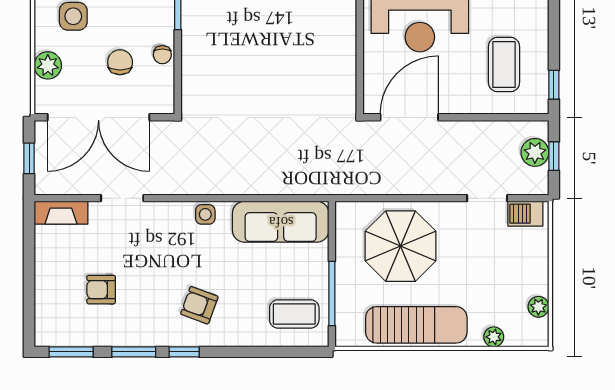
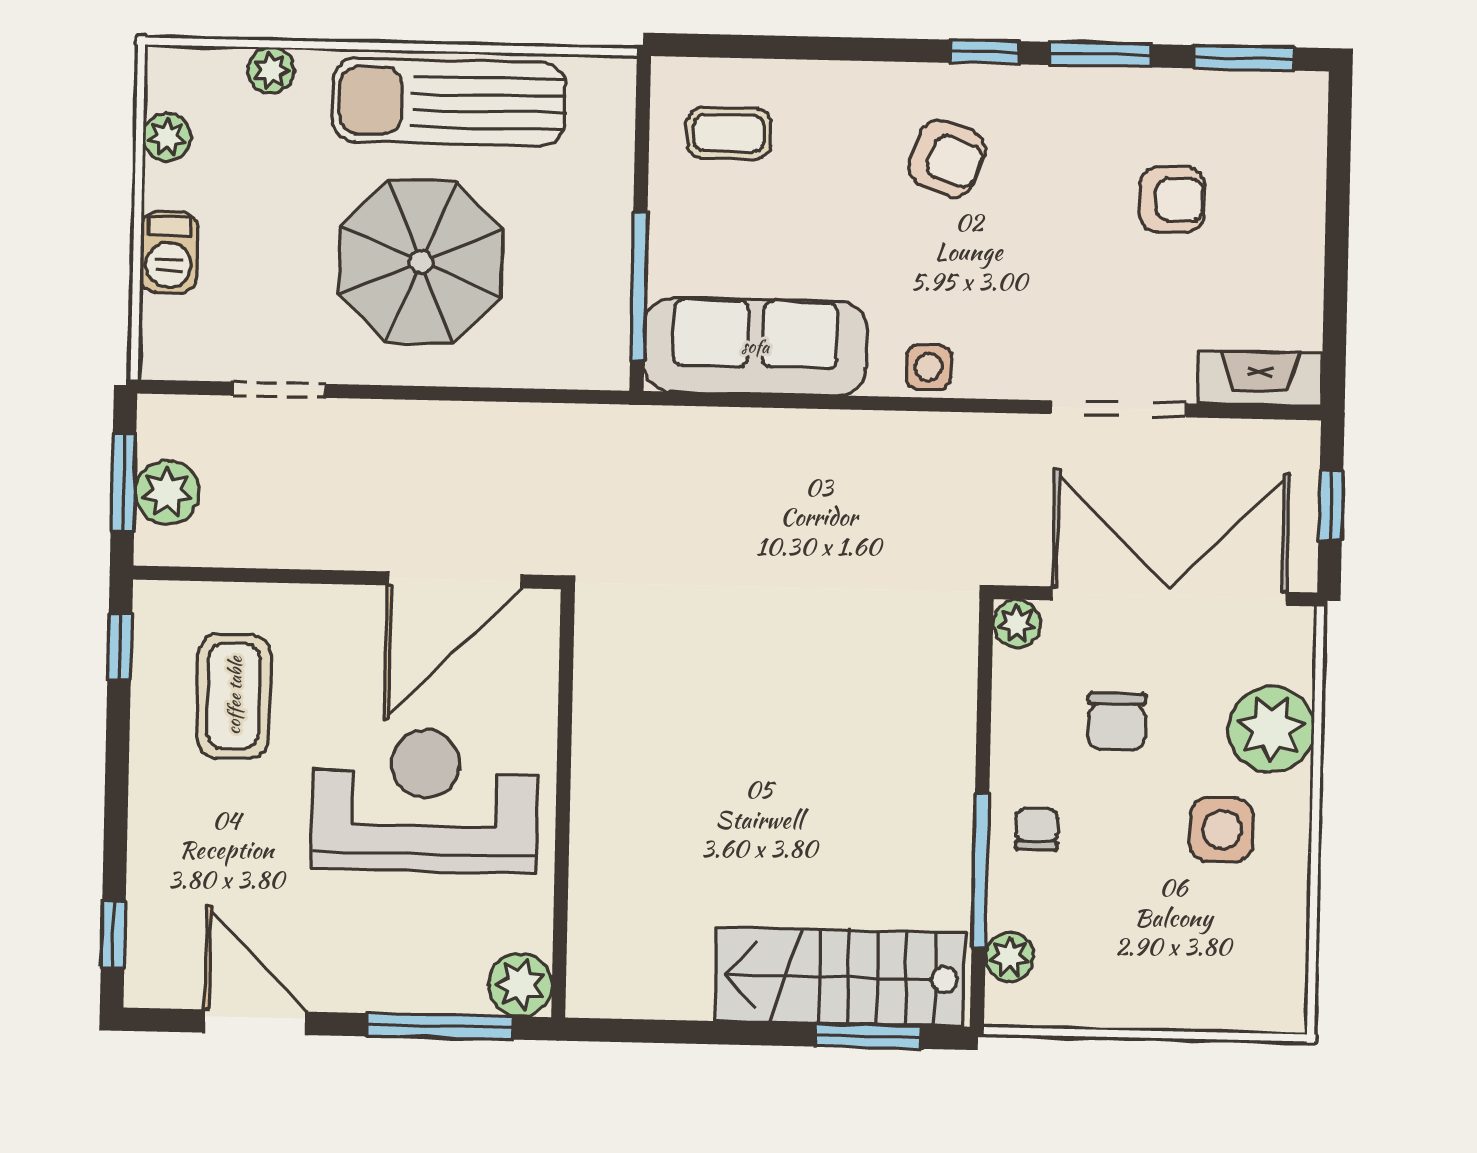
chair: (162, 55) -> (1037, 829), moved
plant: (48, 65) -> (1271, 729), width x1.36, depth x1.36
plant: (164, 104) -> (1017, 623), added
window: (554, 156) -> (123, 483), width x1.50
doorway: (122, 198) -> (1119, 409), width x1.38
barbecue: (525, 214) -> (169, 252), moved, turned 90
parasol: (401, 246) -> (421, 262), moved
window: (332, 293) -> (639, 286), moved
coffee table: (294, 314) -> (729, 133), width x0.73, depth x0.77

